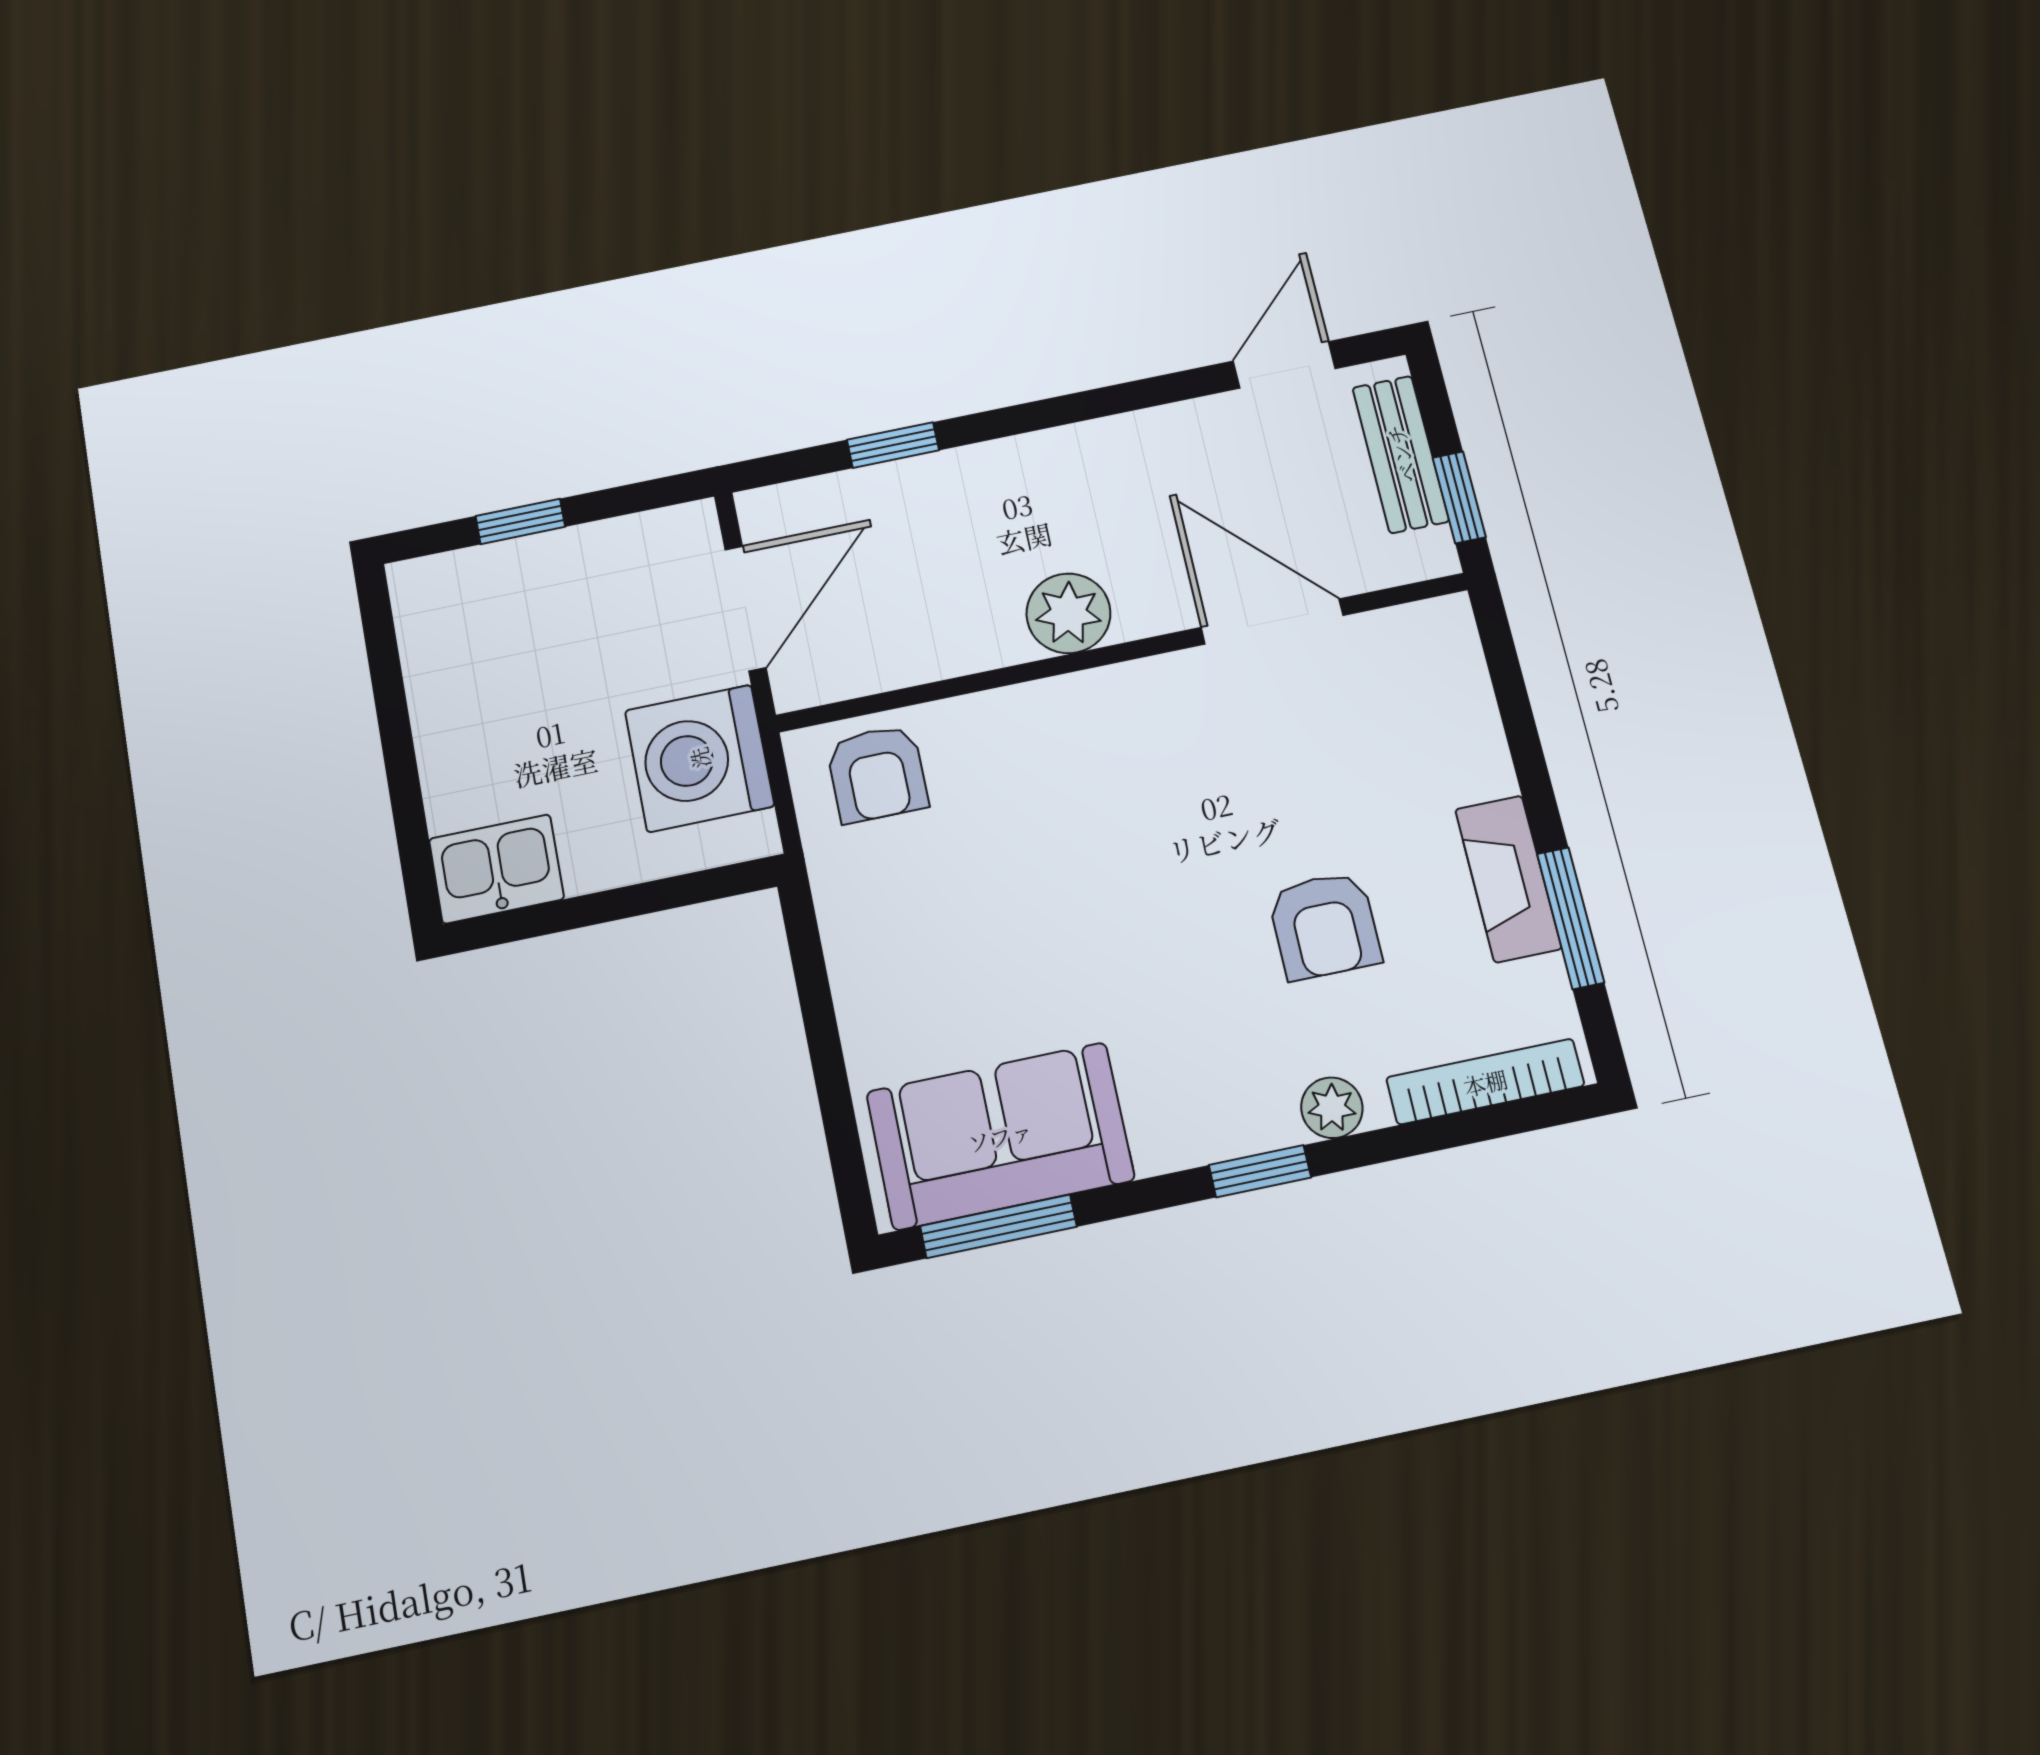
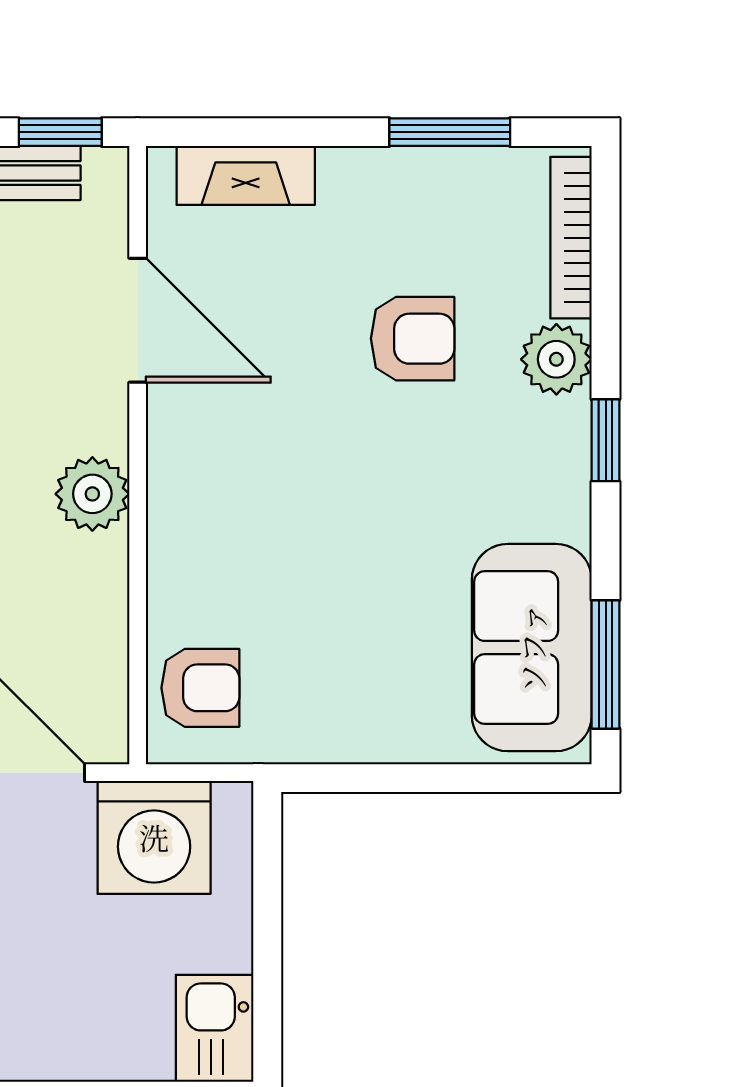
door: (1272, 621) -> (138, 320), swing flipped
fireplace: (1508, 879) -> (246, 175), moved
plant: (1332, 1108) -> (556, 359), width x1.38, depth x1.38

